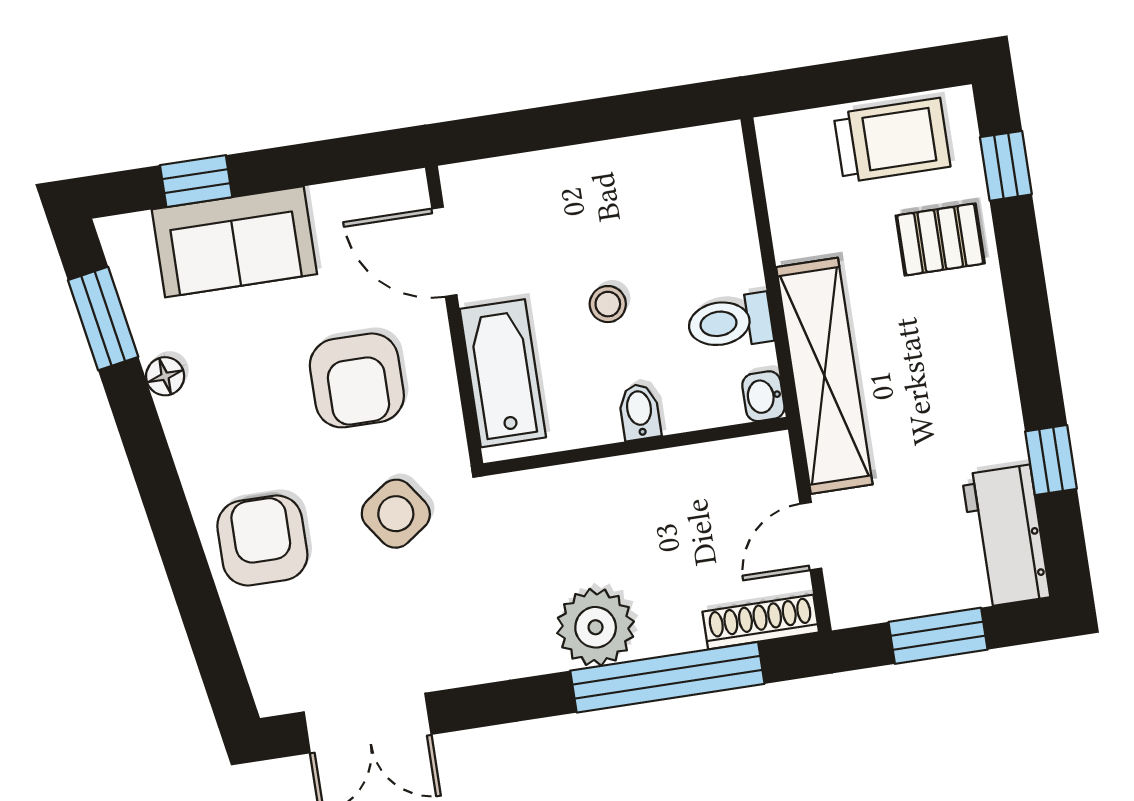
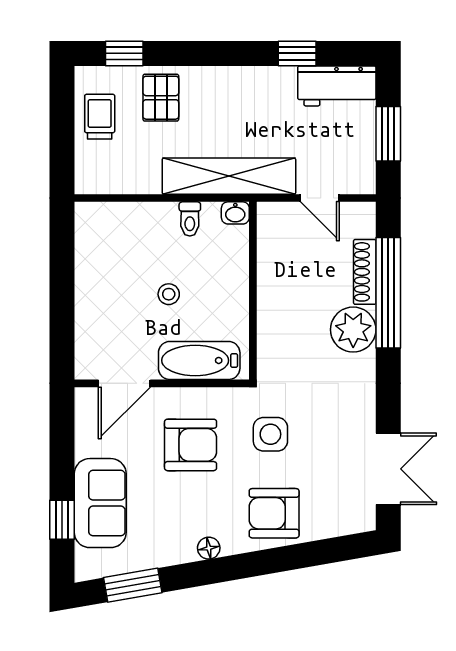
trolley: (892, 140) -> (100, 117), width x0.73, depth x0.72
toilet: (730, 322) -> (190, 219), width x0.73, depth x0.72
floor lamp: (165, 376) -> (209, 548), moved
bidet: (640, 412) -> (233, 285), removed
side table: (396, 514) -> (270, 434), turned 35
shoe rack: (761, 622) -> (365, 272), moved

